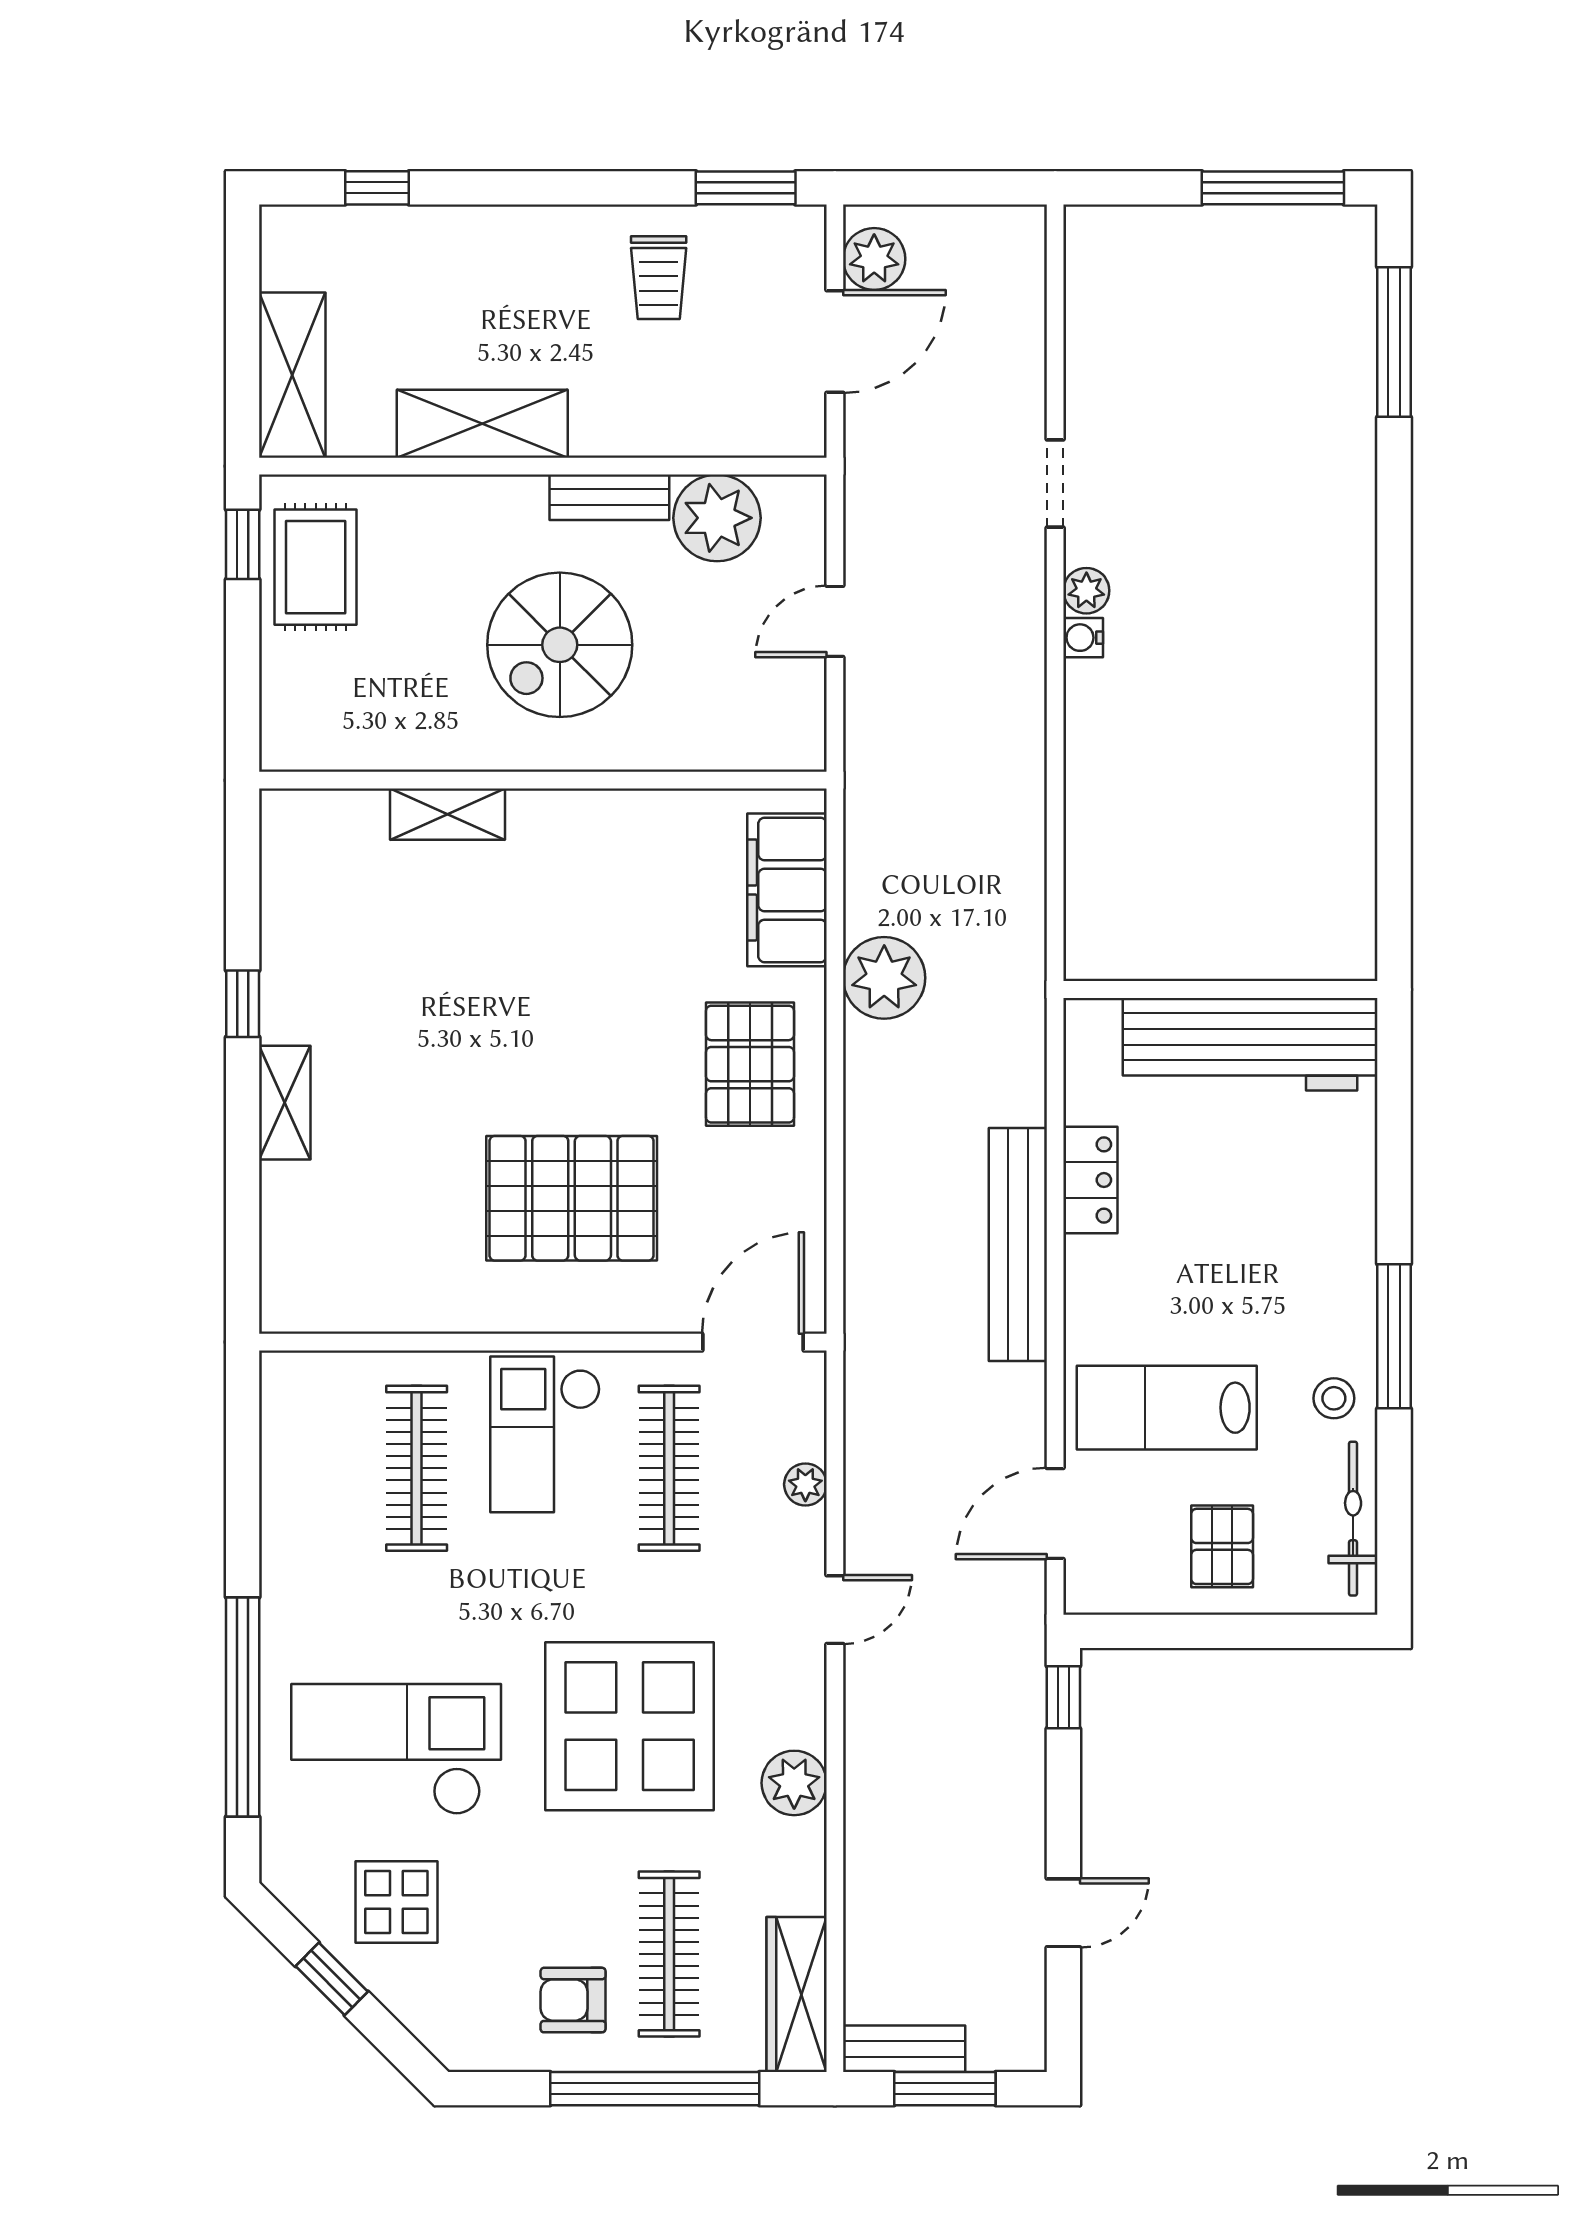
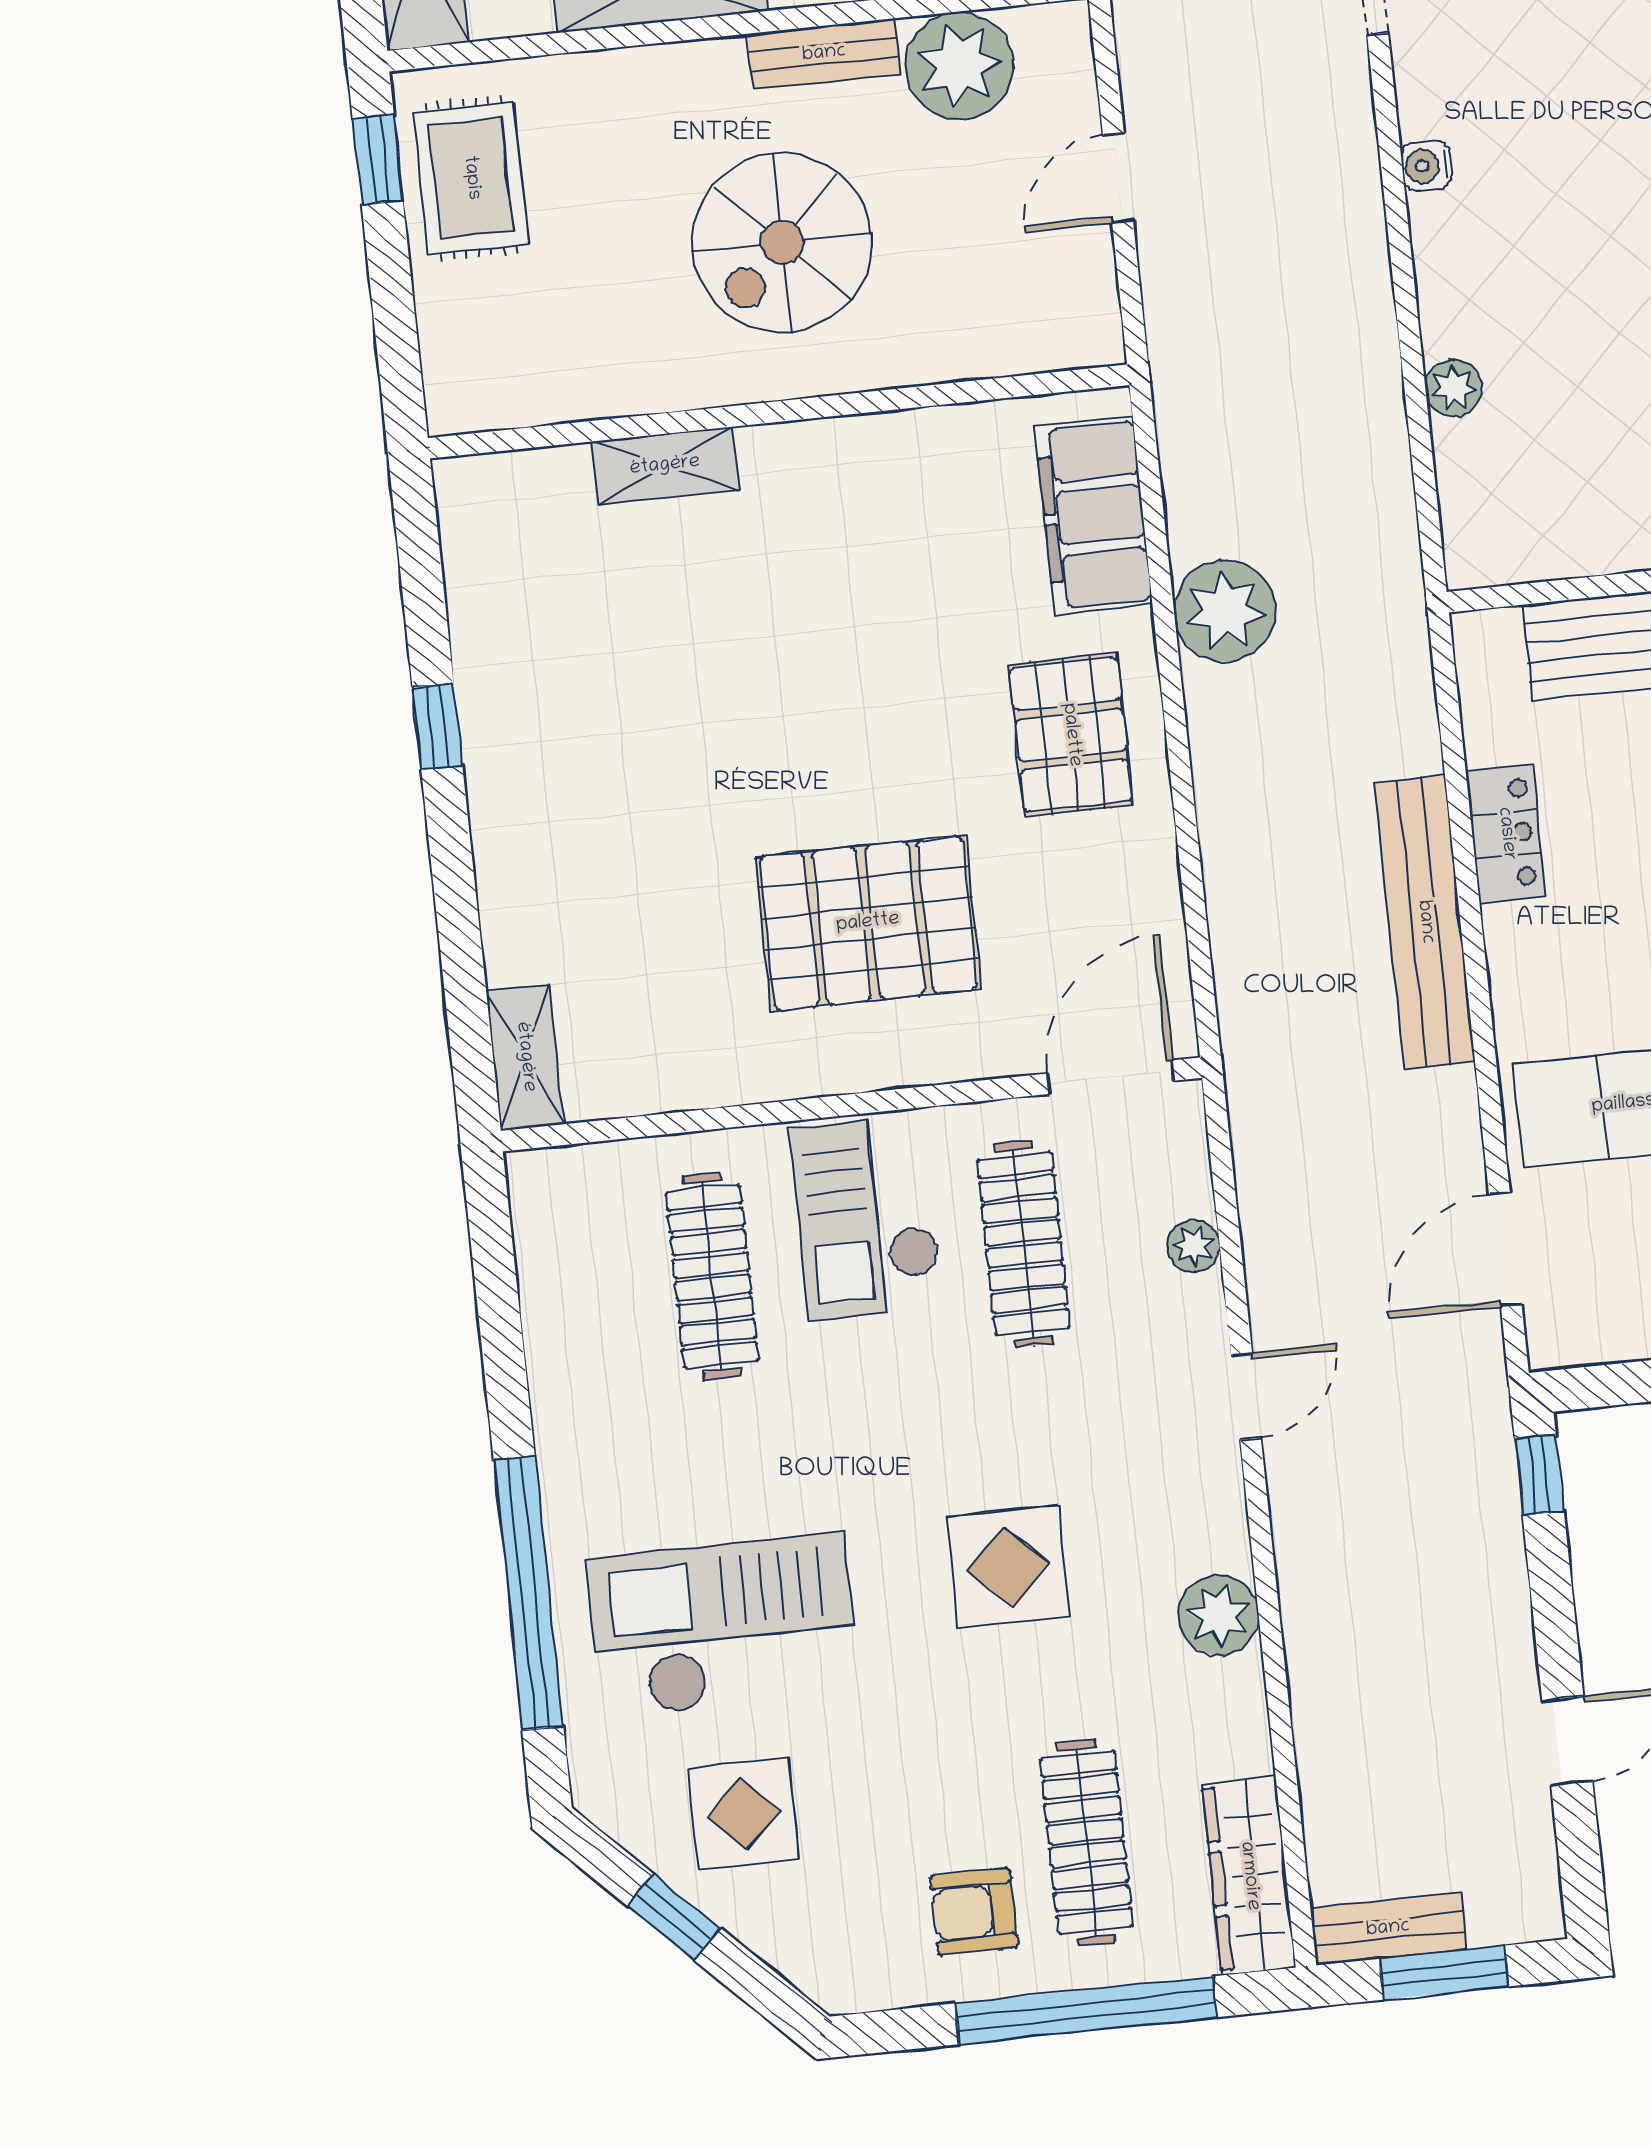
plant: (1086, 591) -> (1454, 388), moved
shelving: (285, 1103) -> (525, 1057), moved
display table: (630, 1726) -> (1008, 1567), width x0.54, depth x0.54

